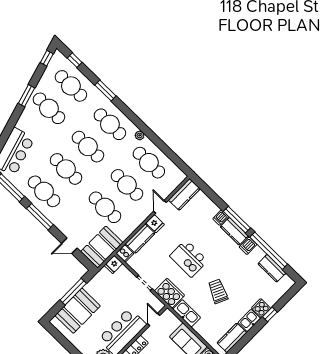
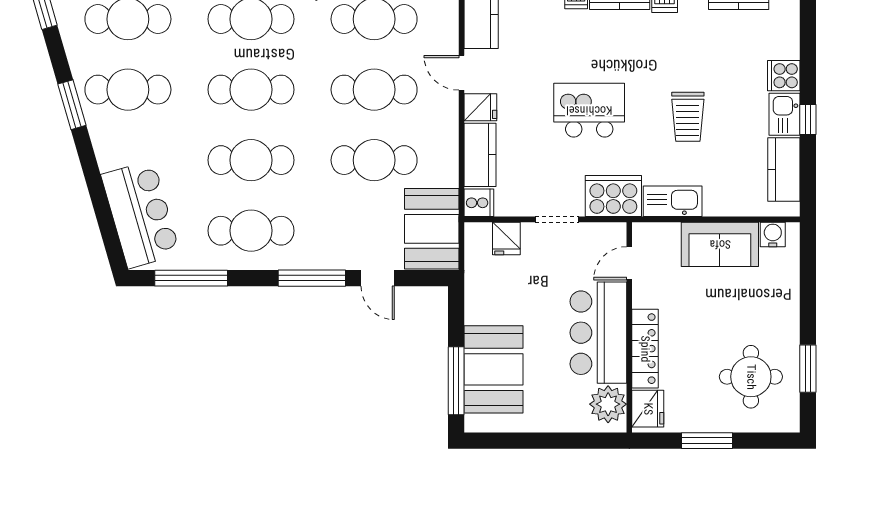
window: (40, 217) -> (312, 278), moved
door: (69, 246) -> (378, 278), hinge flipped
kitchen island: (189, 258) -> (589, 110), turned 180
fridge: (113, 264) -> (506, 238), moved
trolley: (218, 291) -> (688, 117), turned -115
window: (73, 292) -> (456, 381), moved
window: (270, 314) -> (808, 120), moved
door: (154, 319) -> (629, 263), hinge flipped

